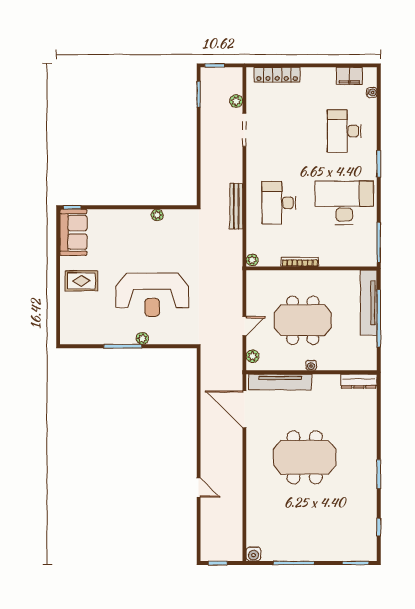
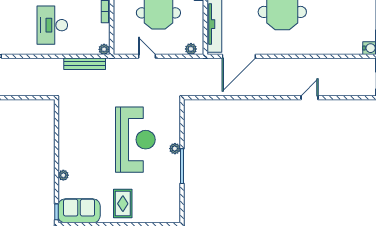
desk: (279, 203) -> (52, 25), turned 90
bench: (236, 206) -> (85, 64), moved
plant: (157, 215) -> (63, 175), moved
door: (244, 326) -> (147, 56), moved

